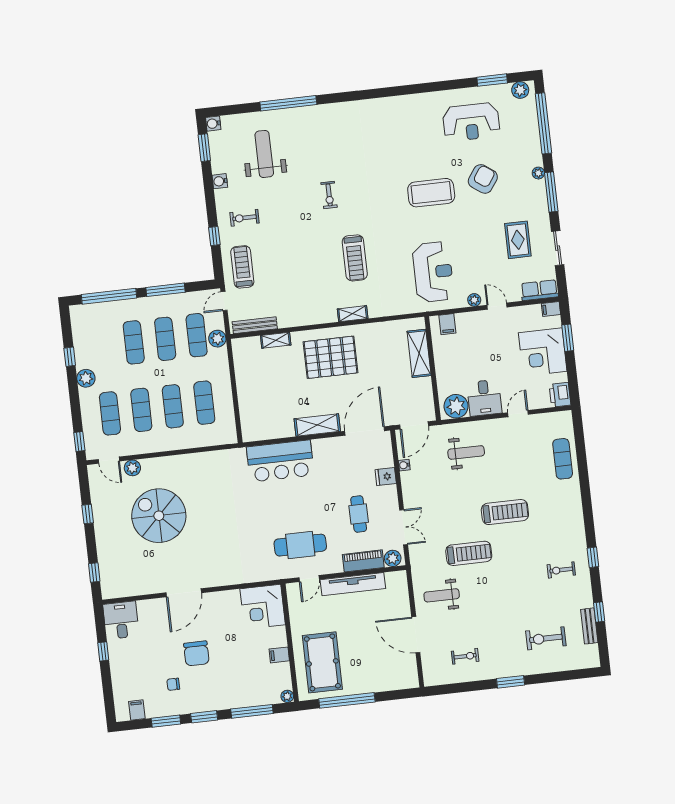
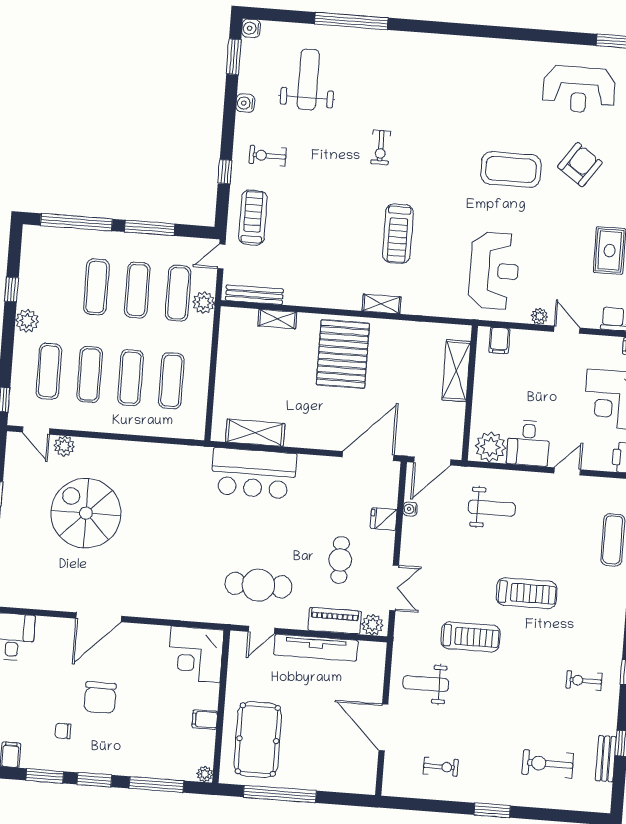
pallet: (331, 357) -> (343, 354), turned 90
shelving: (317, 425) -> (255, 433), moved

